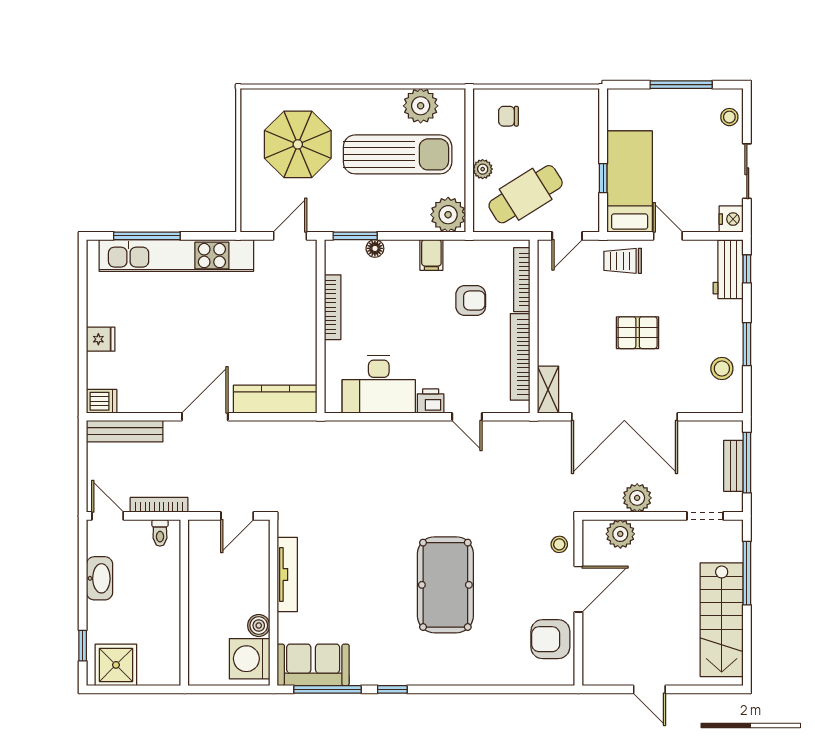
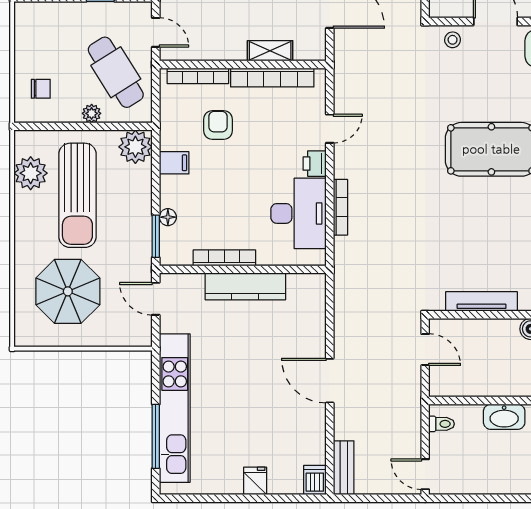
chair: (508, 116) -> (41, 89), turned -90
sun lounger: (398, 154) -> (77, 195), turned 180
shelving: (548, 390) -> (270, 51), moved
kitchen counter: (275, 399) -> (245, 286), moved, turned -90
bench: (125, 431) -> (344, 468), width x0.73
bookcase: (159, 505) -> (340, 207), moved, turned 180
door: (108, 516) -> (425, 474), hinge flipped
washbasin: (100, 578) -> (504, 417), moved, turned 180

